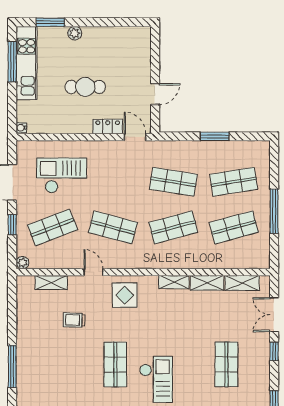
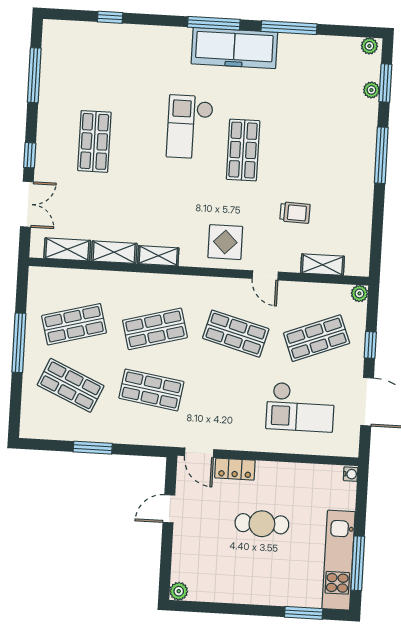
plant: (75, 33) -> (179, 591), moved
shop shelf: (234, 182) -> (71, 385), turned 33

